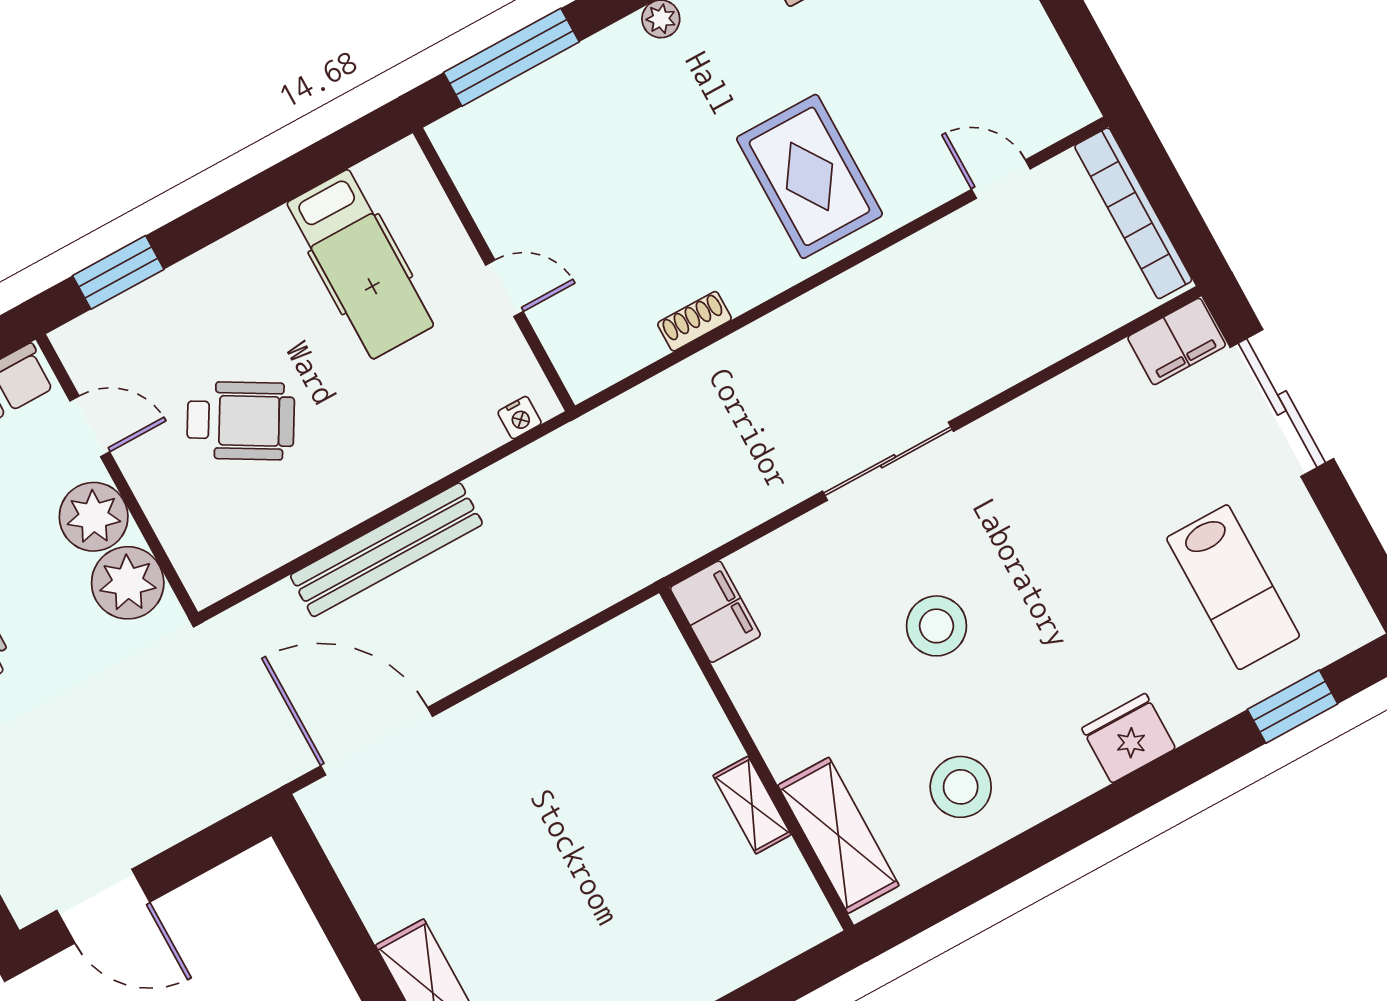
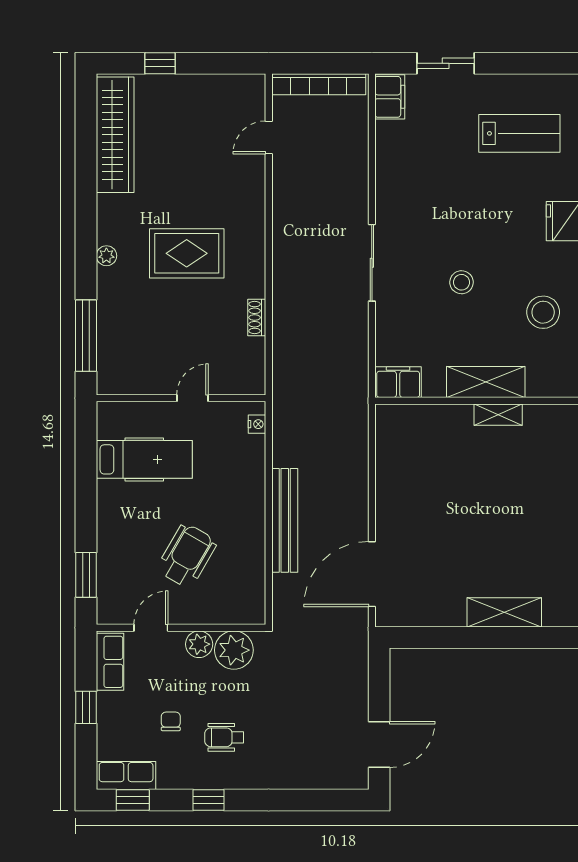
rug: (809, 176) -> (187, 253), moved
sliding door: (1282, 403) -> (446, 63), width x0.73
plant: (94, 517) -> (199, 644), width x0.73, depth x0.73
stool: (936, 626) -> (462, 282), width x0.73, depth x0.73
shelving: (838, 835) -> (486, 382), moved

